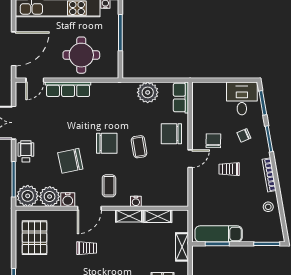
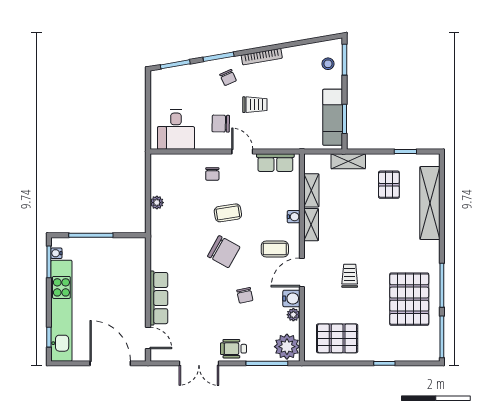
round table: (81, 55) -> (118, 282), removed
plant: (148, 92) -> (157, 203), width x0.53, depth x0.53
row of seats: (181, 98) -> (275, 163), moved
desk: (242, 98) -> (176, 130), moved, turned -90
chair: (171, 134) -> (212, 174), width x0.54, depth x0.54
chair: (244, 135) -> (228, 78), moved
chair: (107, 143) -> (224, 252), turned 119
chair: (70, 161) -> (245, 295), width x0.54, depth x0.54
trolley: (229, 169) -> (255, 105), turned -90
plant: (50, 197) -> (293, 315), width x0.53, depth x0.53
stool: (268, 207) -> (328, 64), moved
door: (89, 208) -> (302, 272), swing flipped

